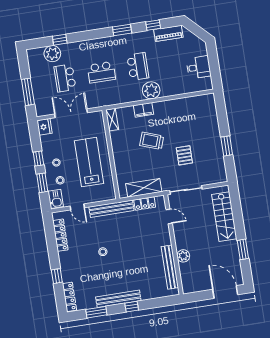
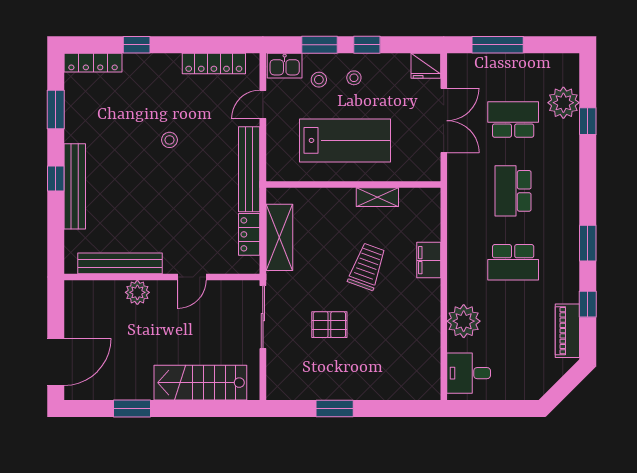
desk: (199, 67) -> (469, 373), moved, turned 90
plant: (151, 90) -> (464, 321), moved
shelving: (112, 120) -> (377, 197), moved
door: (169, 216) -> (192, 277), moved
bench: (118, 299) -> (75, 186), moved

